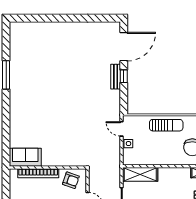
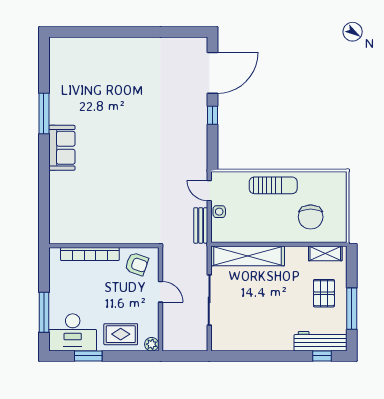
bench: (116, 77) -> (201, 225), moved
sofa: (25, 157) -> (62, 148), moved, turned 90
shelving: (140, 174) -> (248, 256), width x1.47

